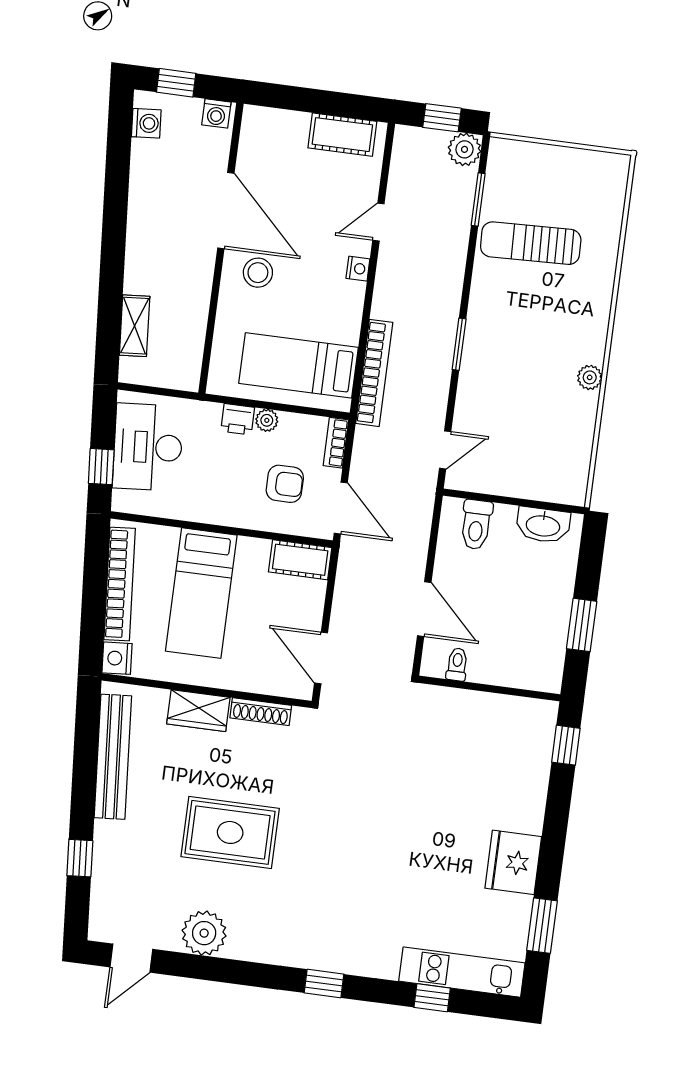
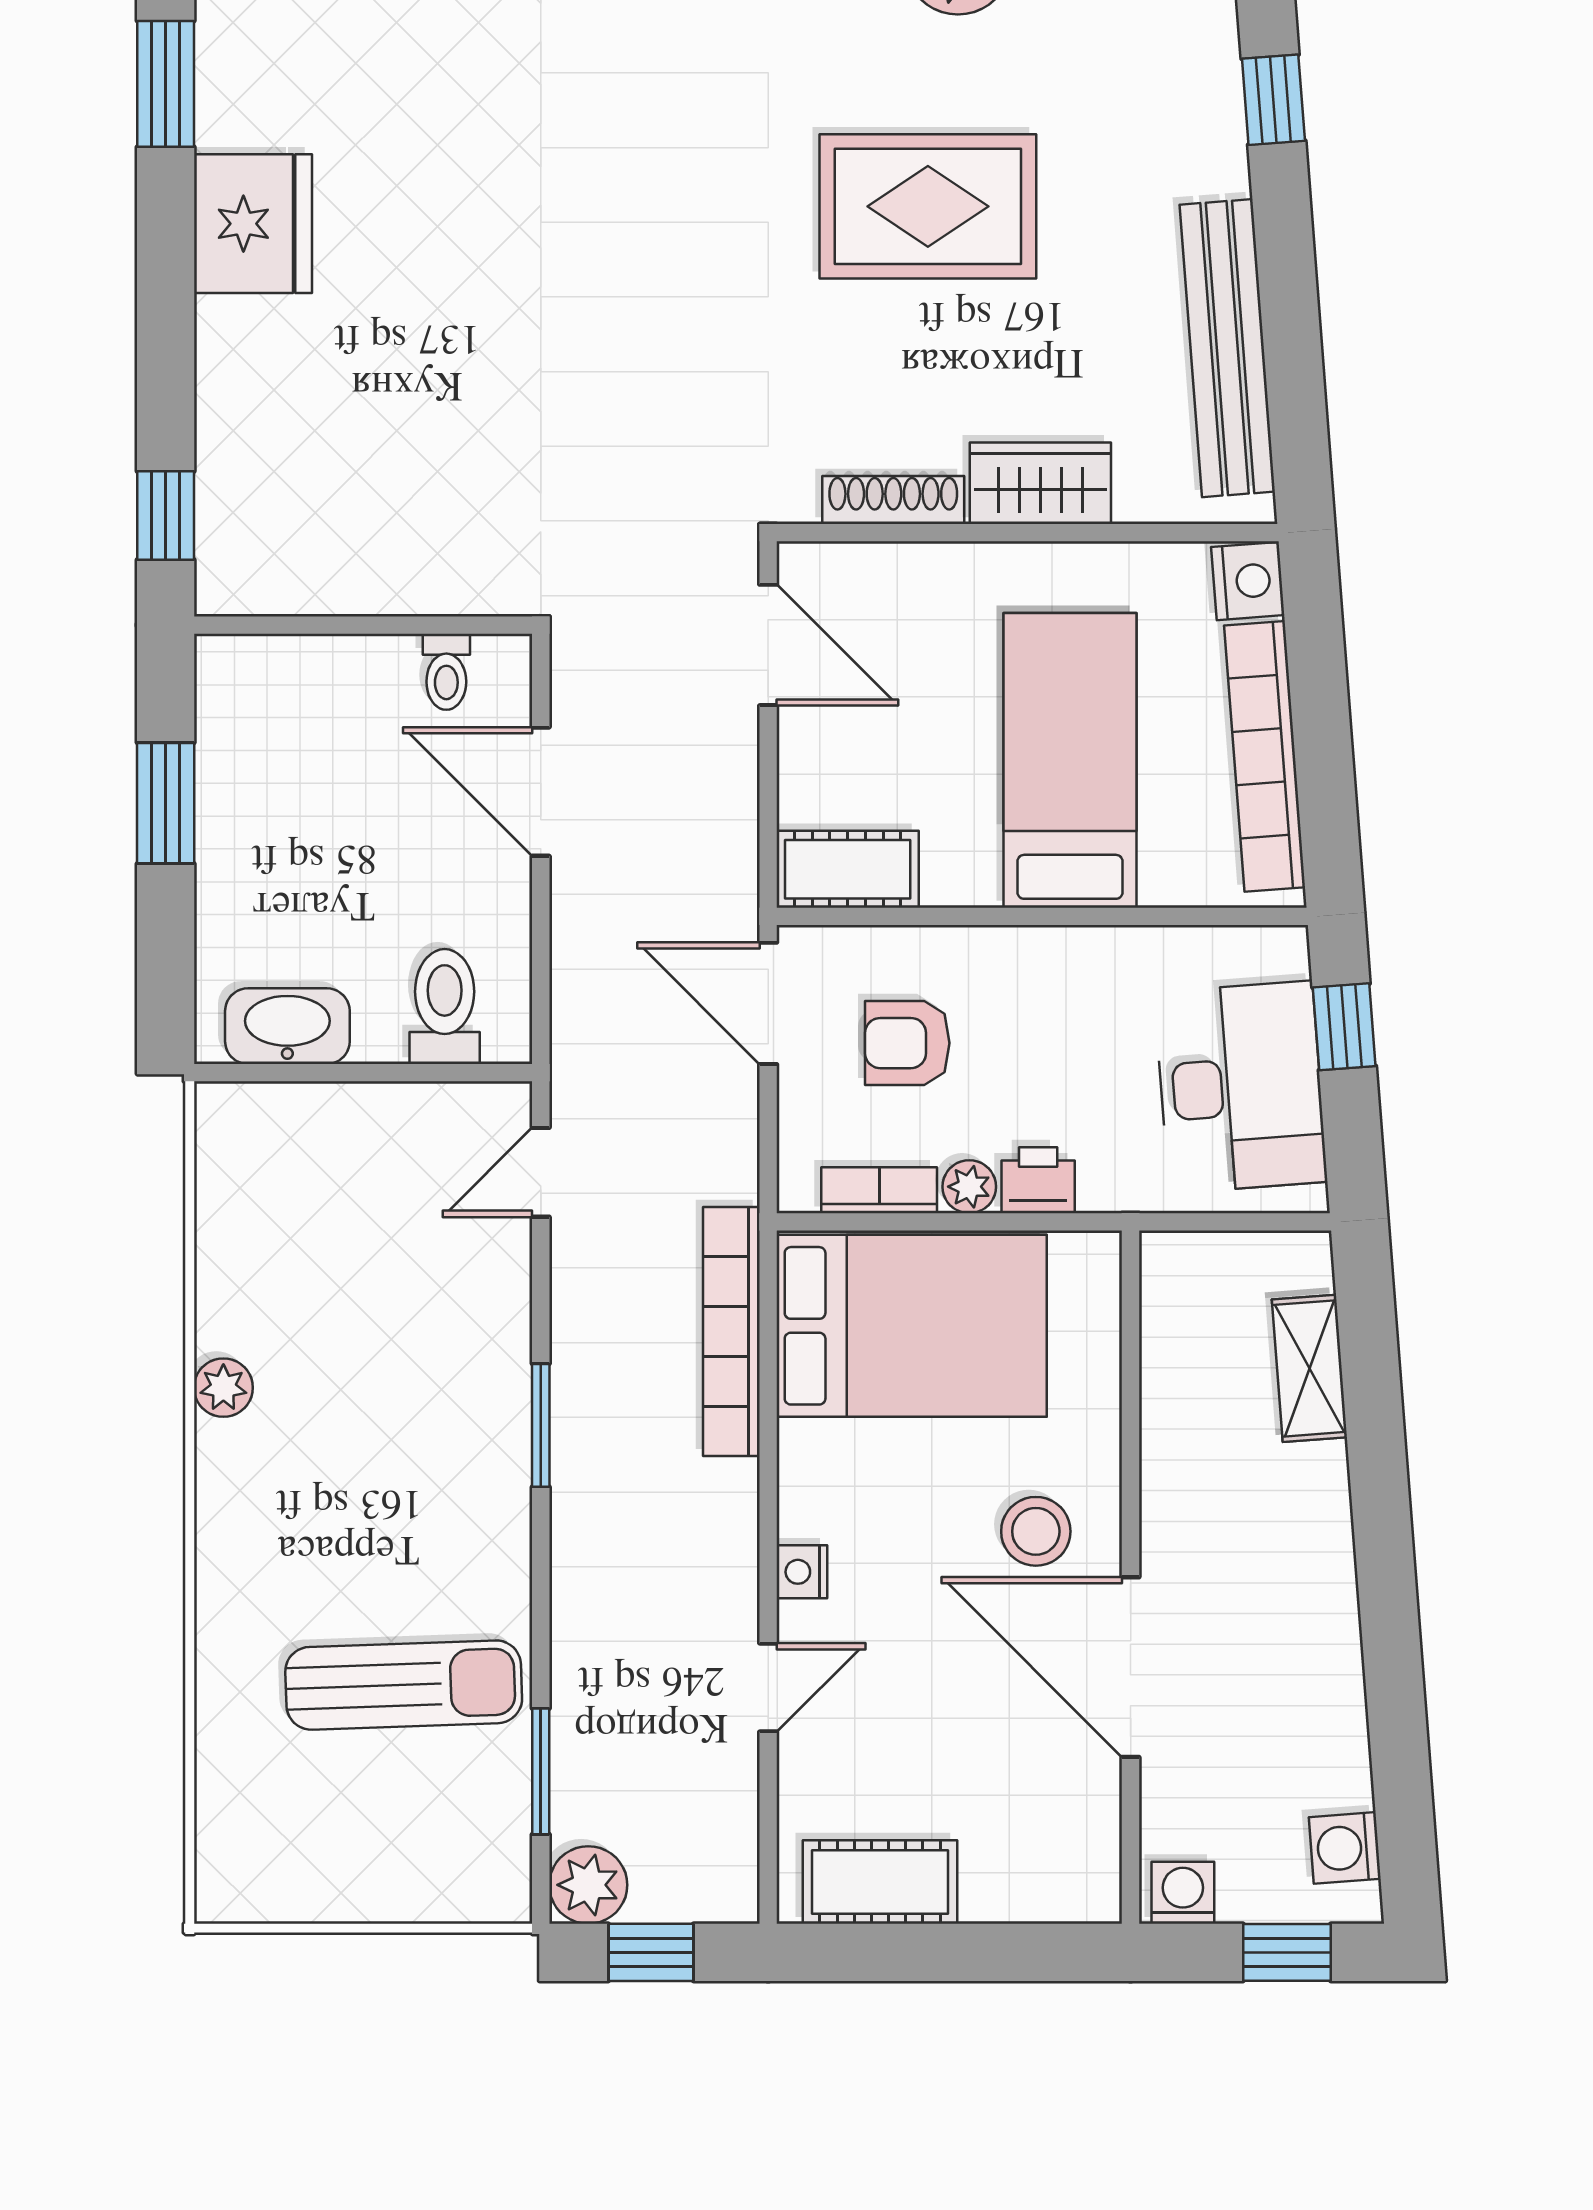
bed: (299, 365) -> (912, 1326), width x1.50
bookcase: (336, 443) -> (879, 1190), moved, turned -90

